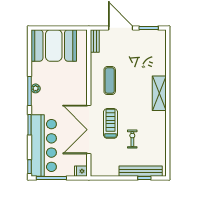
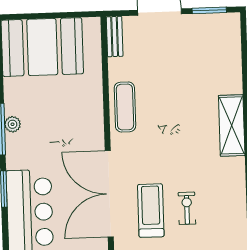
exercise mat: (110, 81) -> (125, 107), moved
treadmill: (110, 123) -> (151, 211), moved

